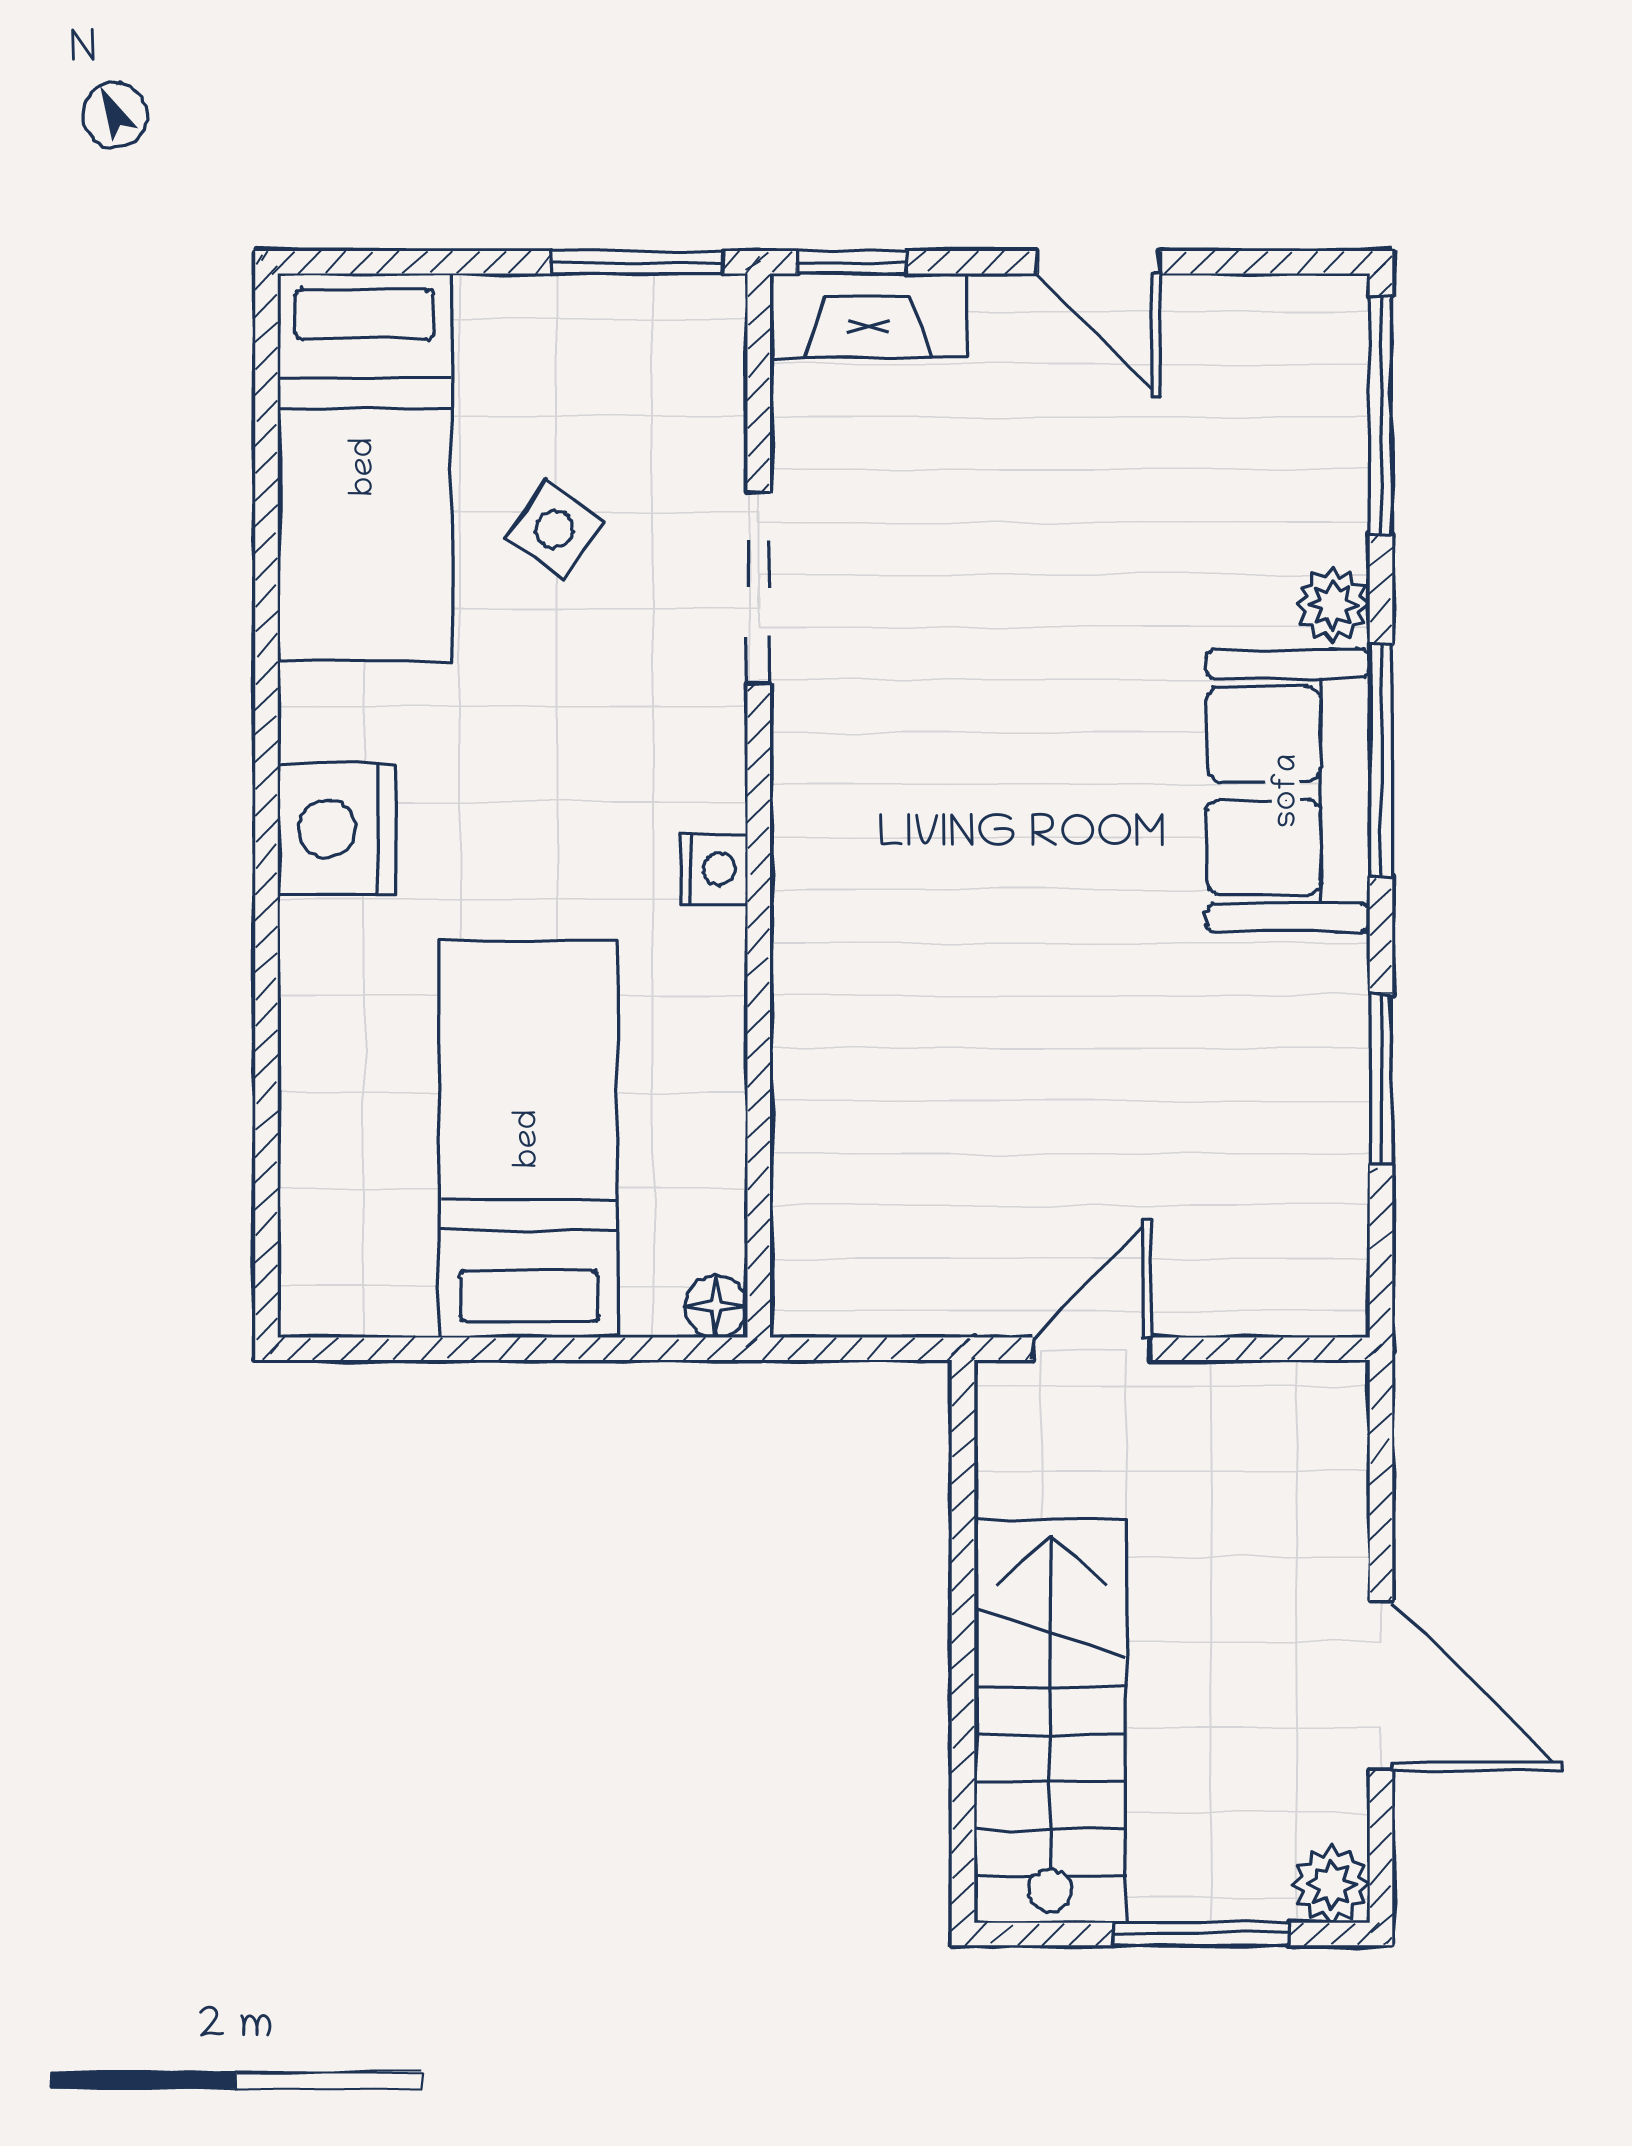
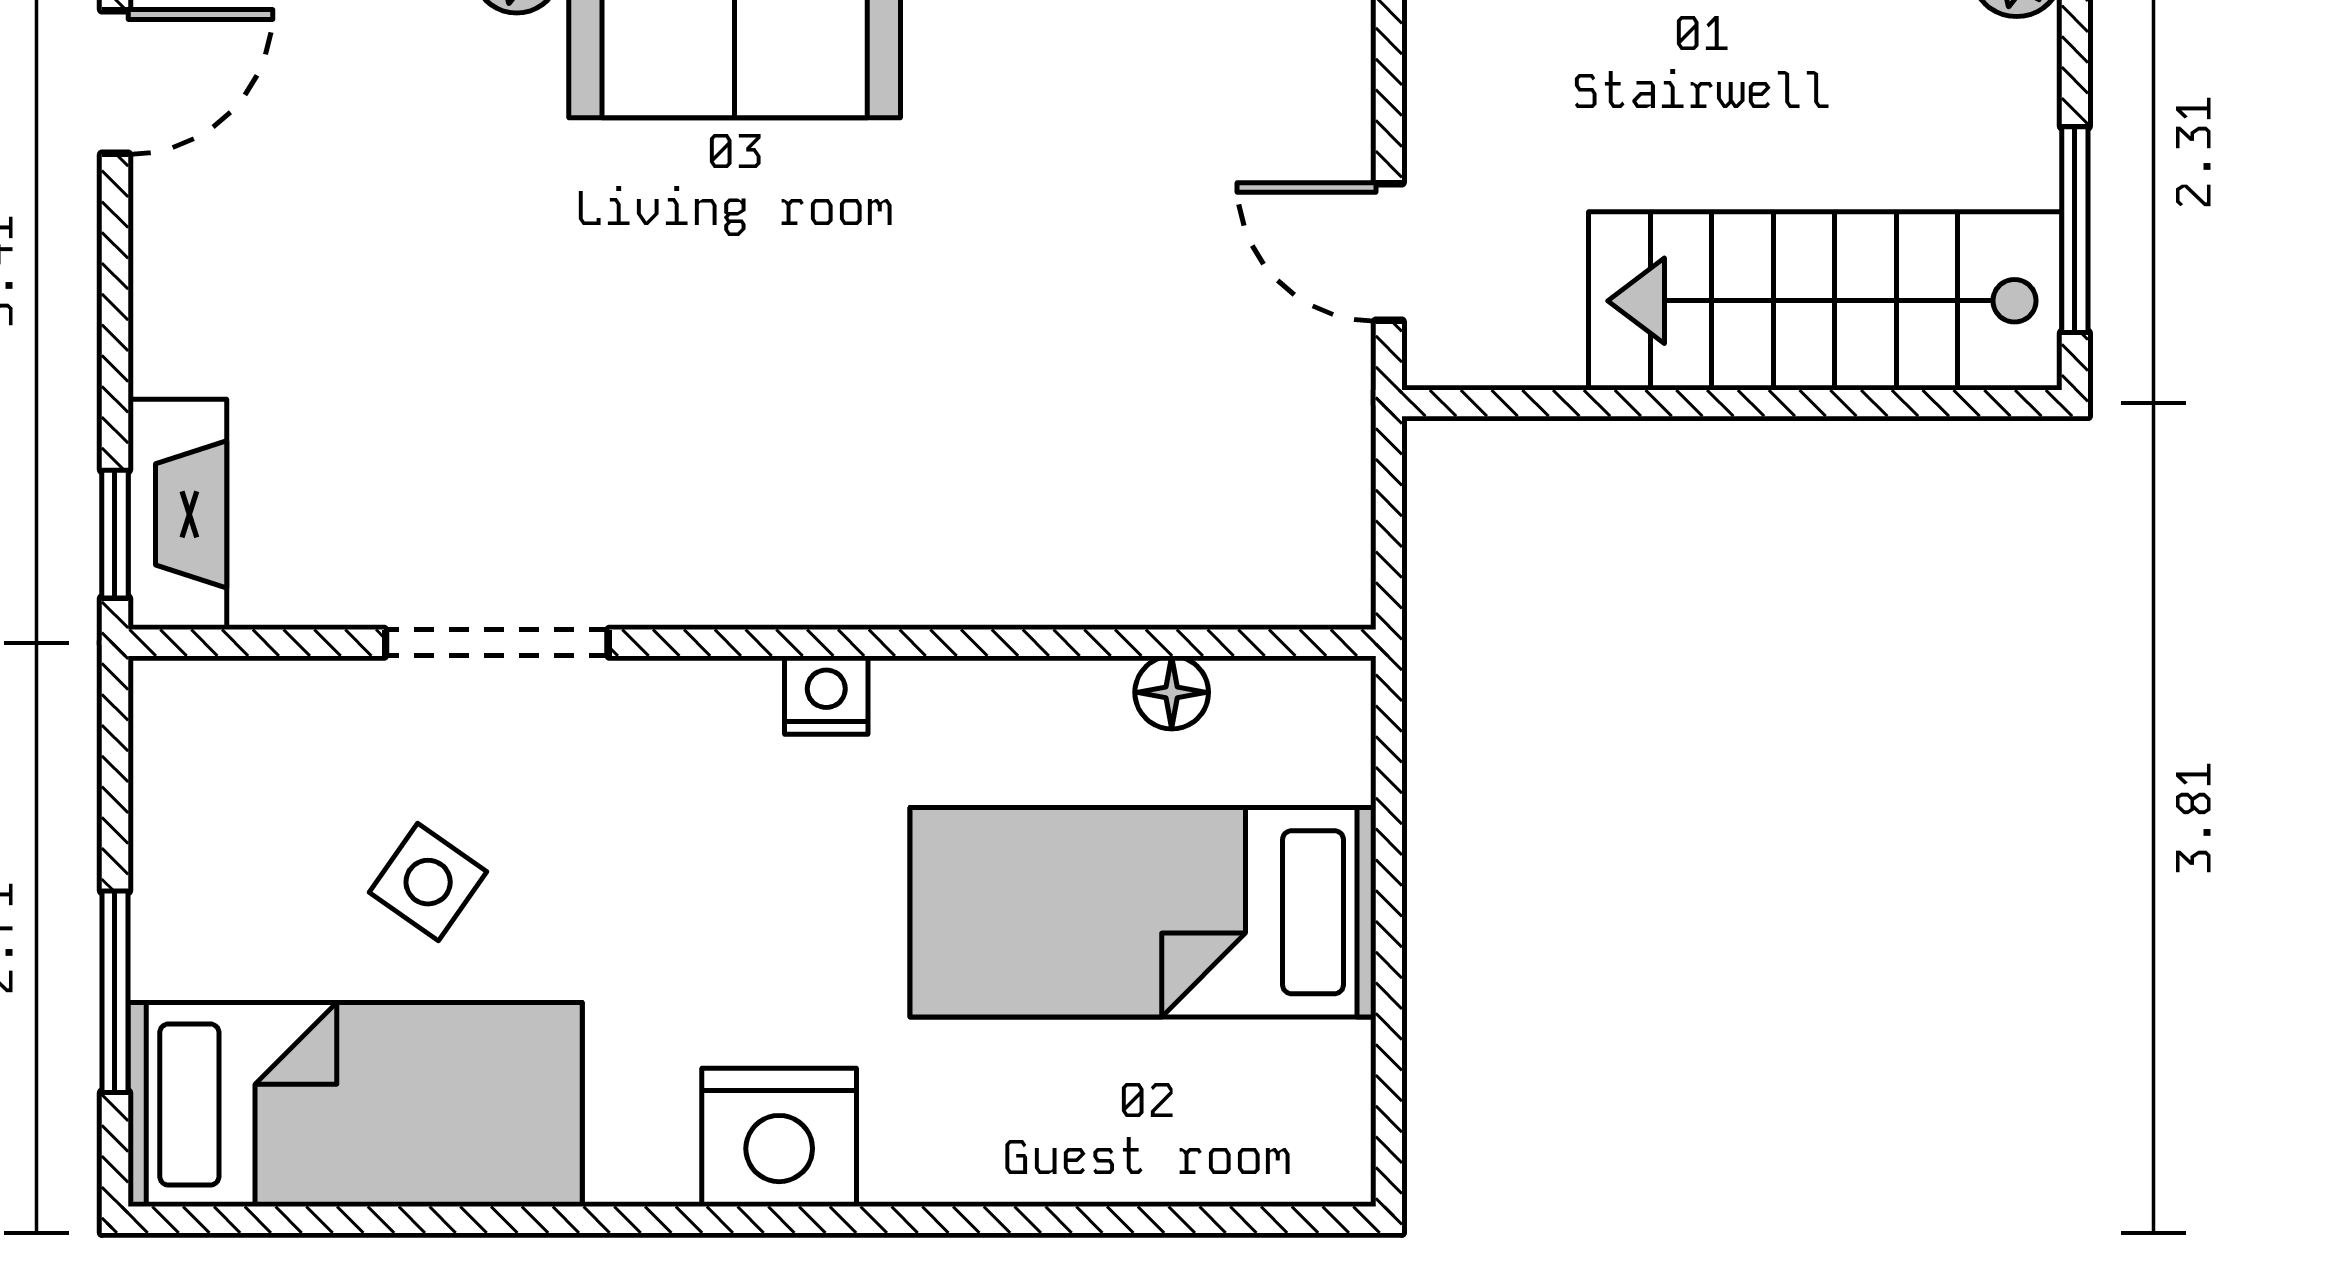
window: (637, 262) -> (115, 992), moved
door: (1099, 262) -> (115, 82), moved
floor lamp: (716, 1306) -> (1172, 692), moved
window: (1201, 1934) -> (2075, 230), moved

